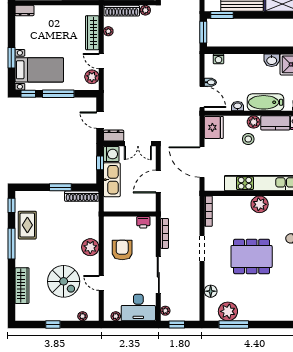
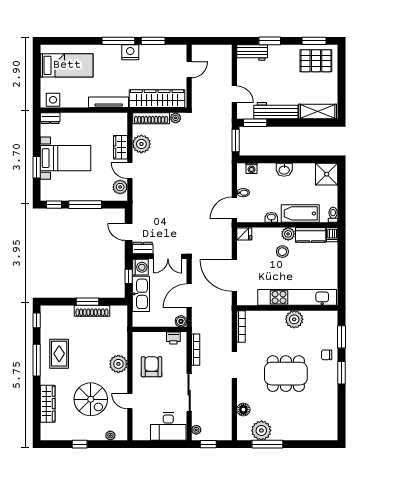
plant: (108, 31) -> (141, 144), width x1.87, depth x1.87
wardrobe: (92, 33) -> (120, 147), width x0.67
washbasin: (272, 60) -> (284, 170), moved
bed with nightstands: (39, 70) -> (65, 158), moved
door: (202, 97) -> (234, 208), swing flipped
fridge: (214, 127) -> (244, 234), width x0.53, depth x0.75
shoe rack: (82, 196) -> (92, 311), moved
boiler: (150, 206) -> (181, 321), added
rug: (27, 225) -> (59, 354), moved
plant: (116, 316) -> (145, 435), removed

